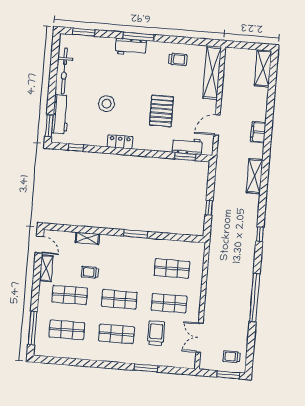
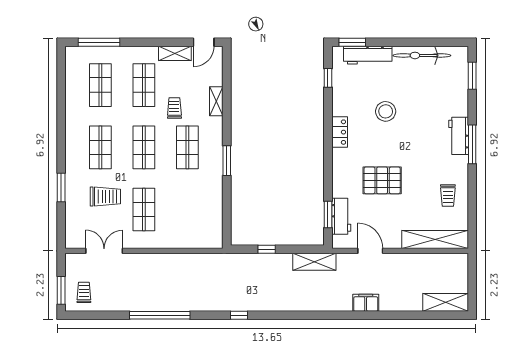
shelving: (255, 176) -> (314, 262), moved
shop shelf: (172, 268) -> (187, 147), moved

